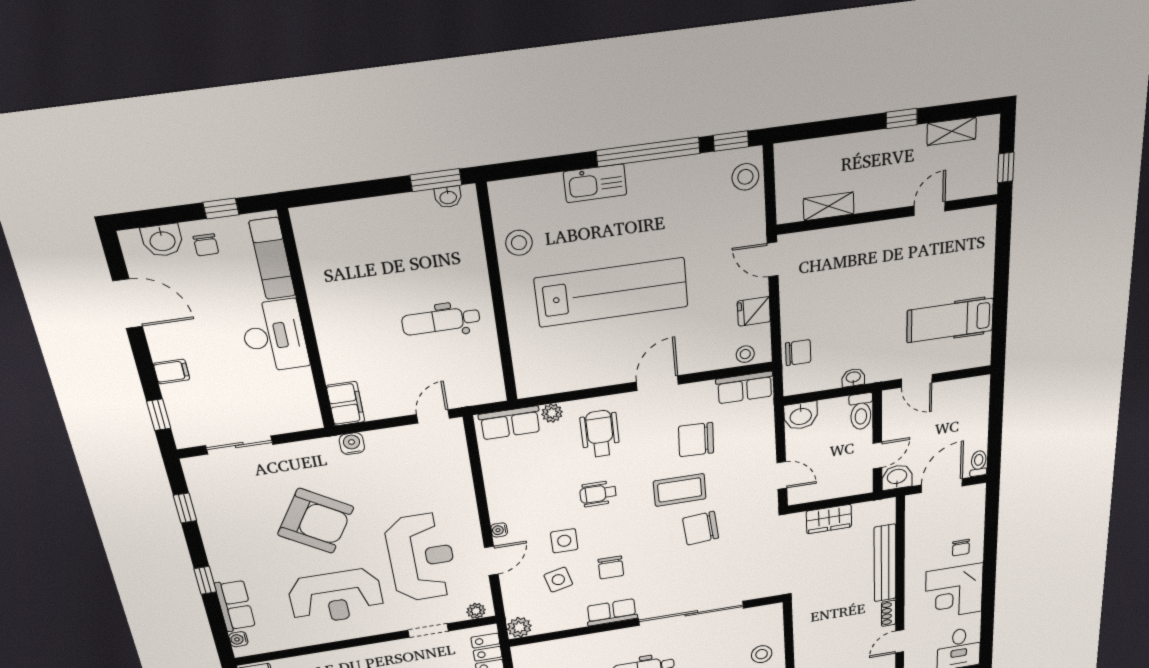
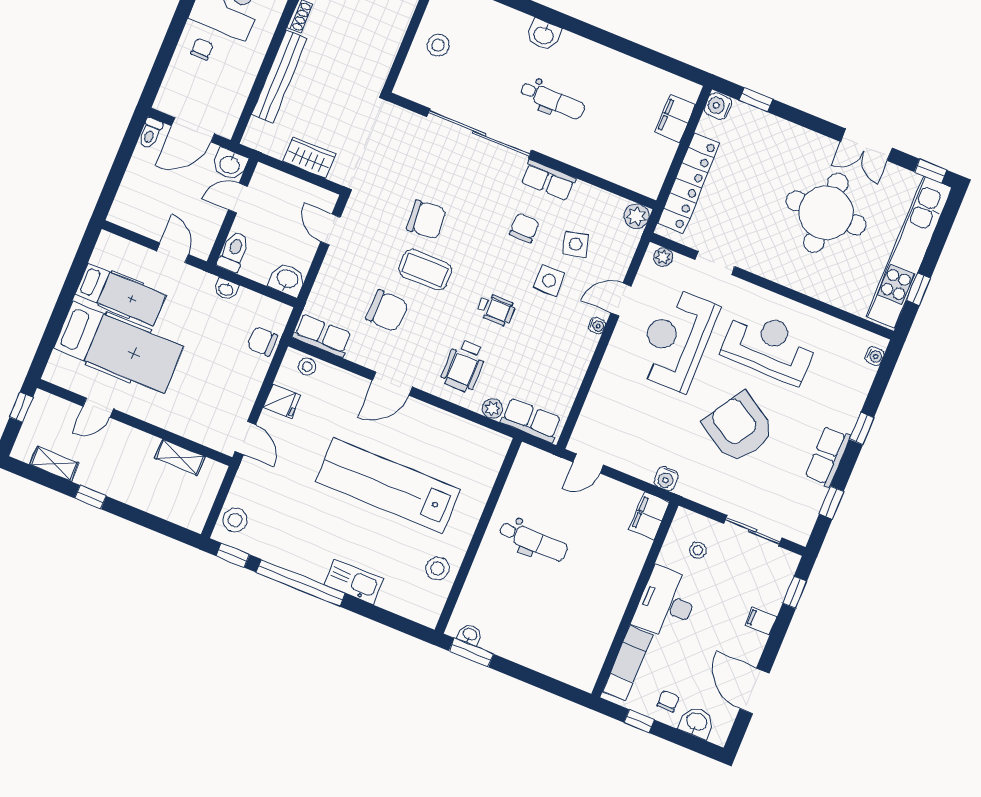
hospital bed: (933, 274) -> (118, 347), added
stool: (278, 400) -> (698, 550), added
row of seats: (235, 605) -> (828, 456), moved

